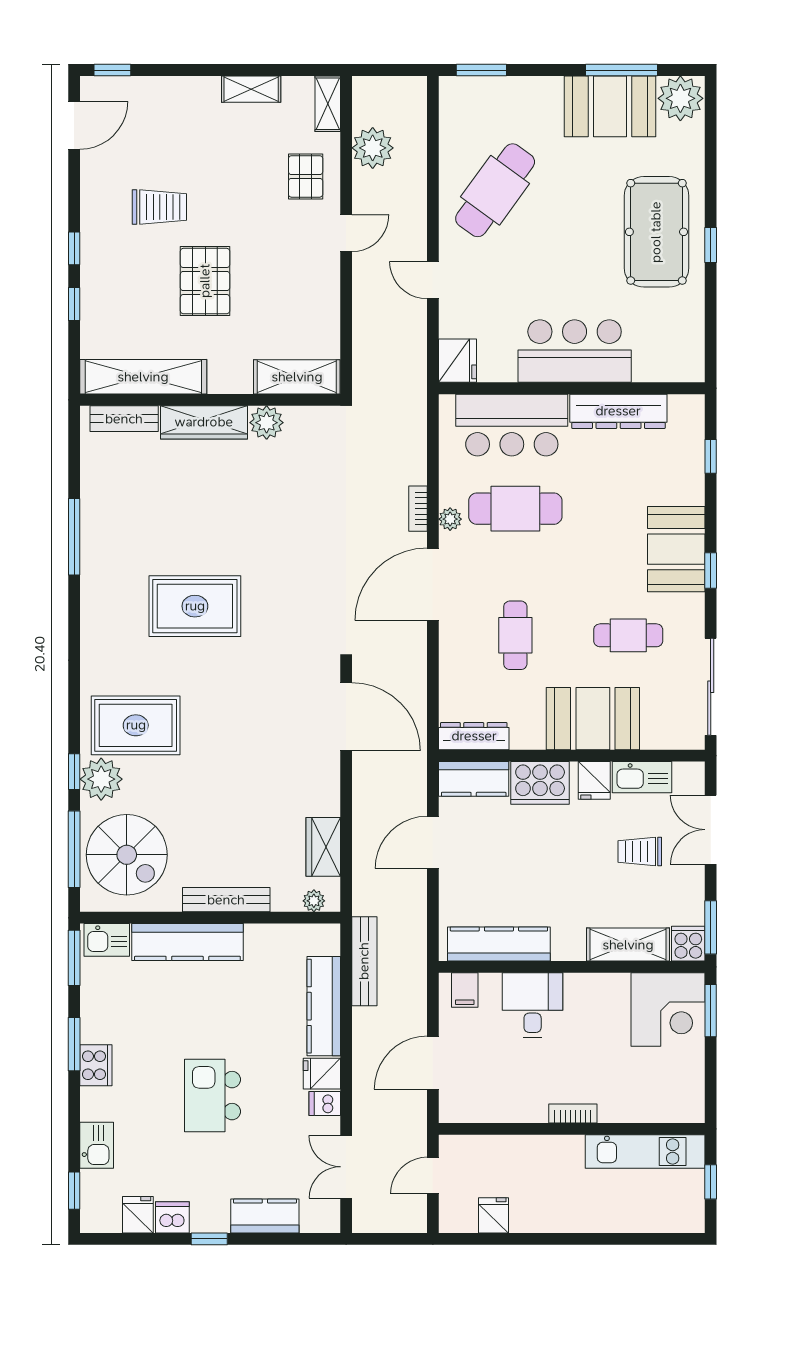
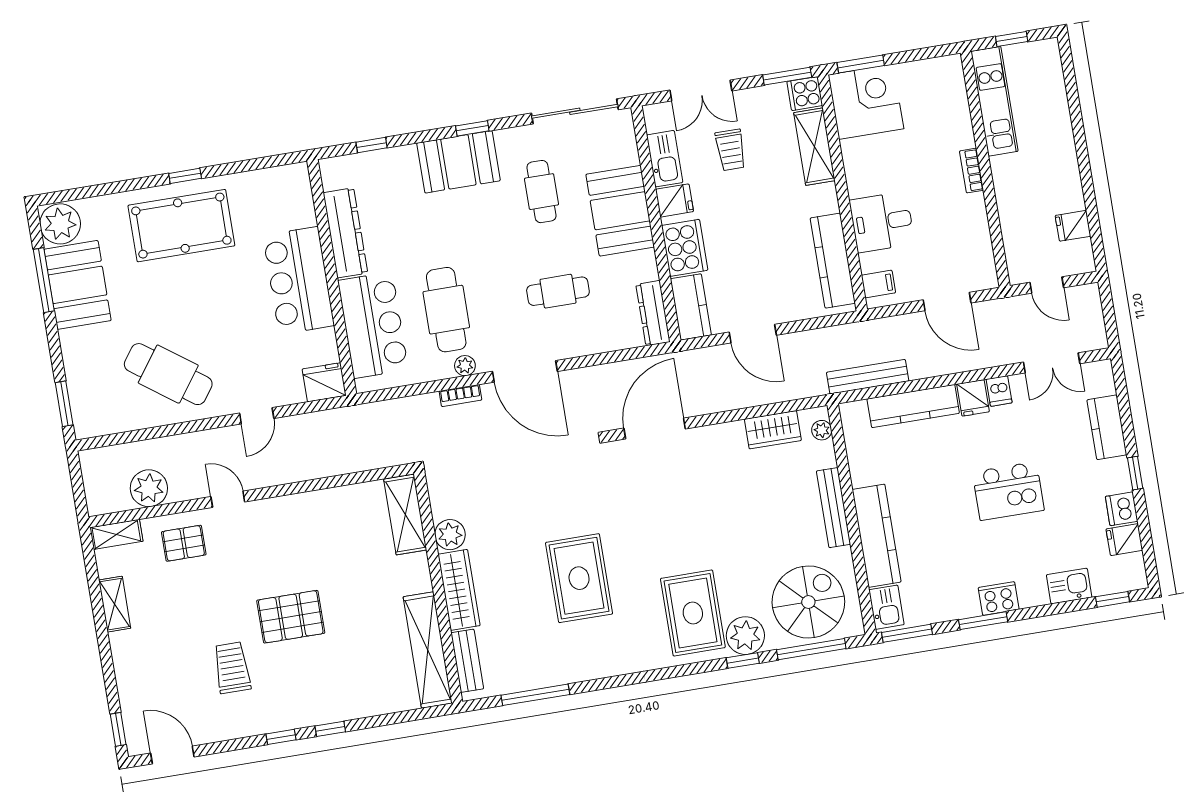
shelving: (143, 377) -> (428, 650), moved
shelving: (297, 377) -> (405, 515), moved
wall: (210, 400) -> (438, 588), moved
bench: (124, 419) -> (467, 661), moved
wardrobe: (204, 422) -> (459, 590), moved
plant: (267, 423) -> (450, 535), moved

